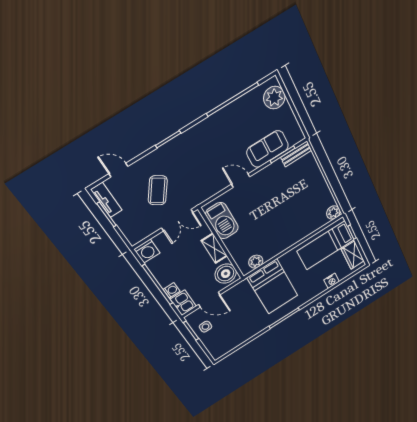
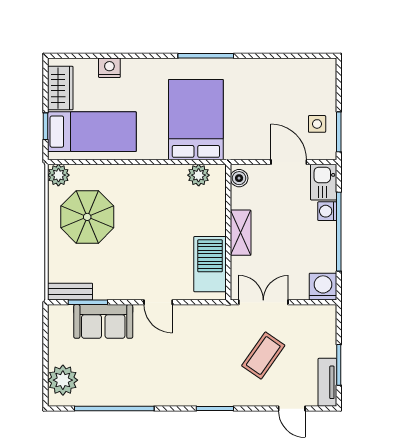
parasol: (307, 201) -> (87, 217), added
boiler: (226, 274) -> (239, 178), width x0.54, depth x0.54

